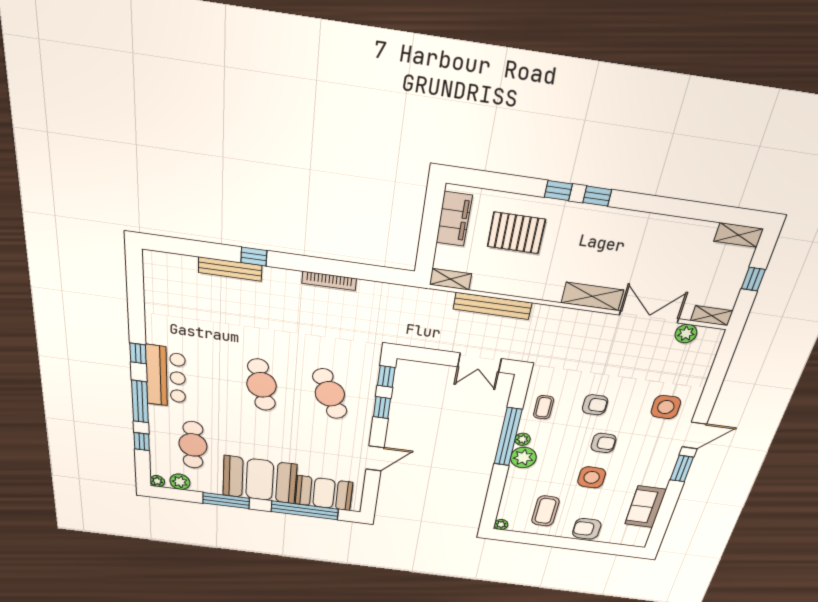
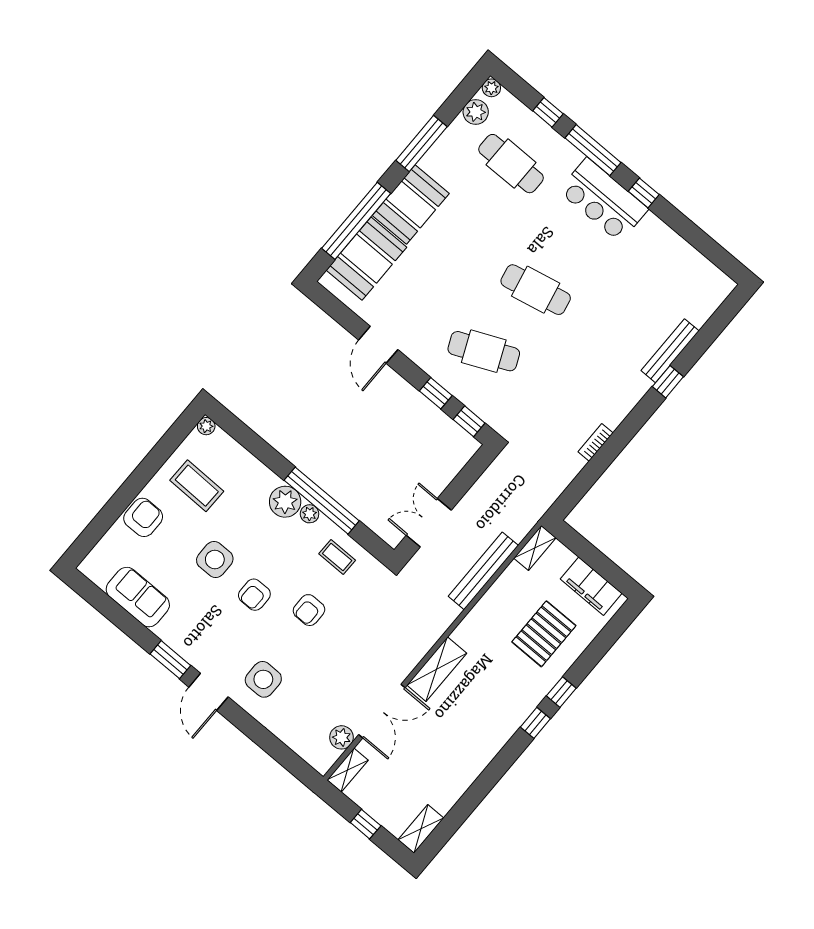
bookcase: (329, 281) -> (596, 442), width x0.64
booth: (260, 480) -> (411, 204), width x0.73, depth x0.70

